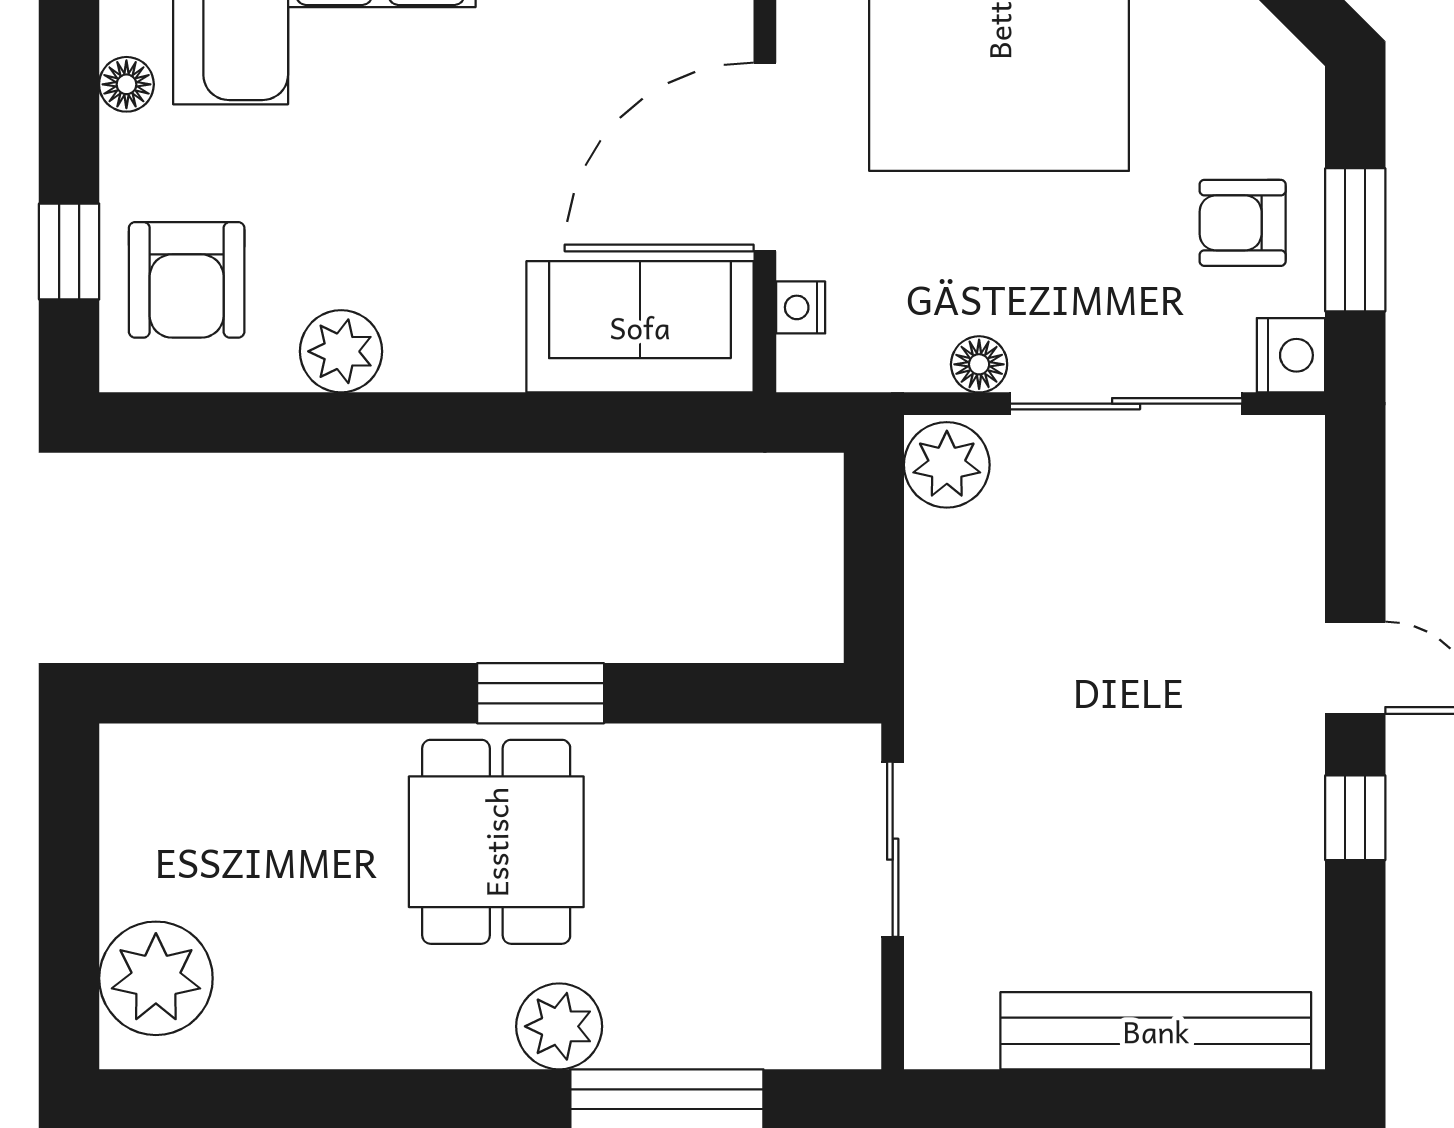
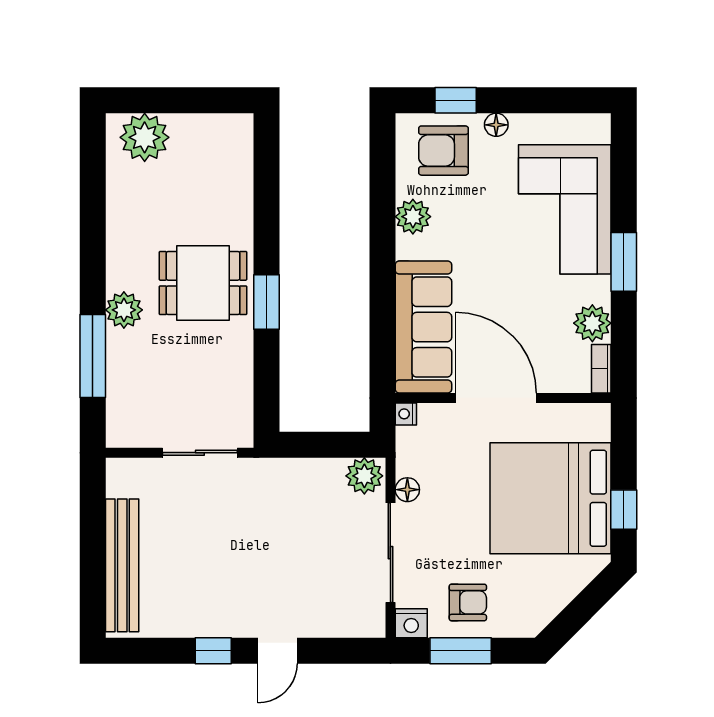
floor lamp: (126, 84) -> (496, 125), moved
armchair: (1243, 223) -> (468, 602), turned 90
nightstand: (801, 307) -> (406, 414), moved, turned -90
sofa: (640, 327) -> (423, 327), width x1.36

